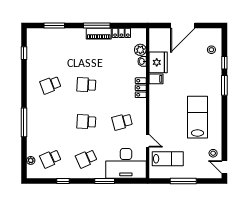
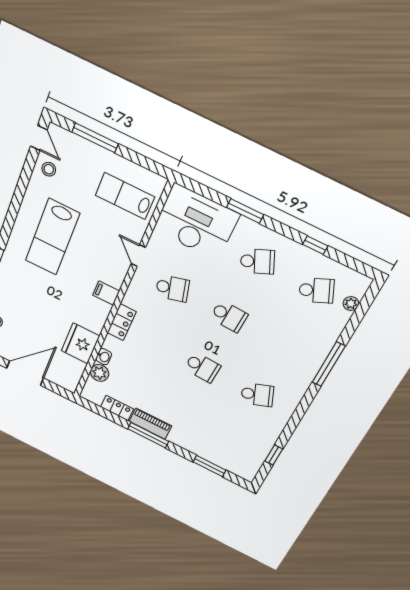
filing cabinet: (156, 79) -> (106, 293), moved
door: (148, 141) -> (138, 256), moved
window: (183, 181) -> (95, 138), moved

